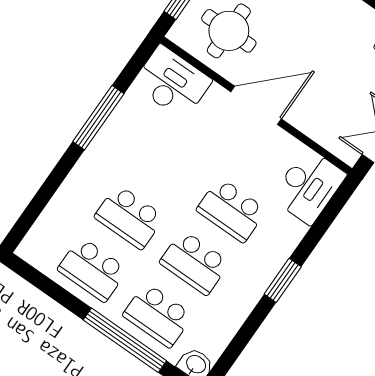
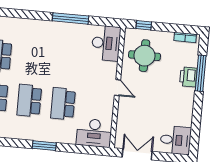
door: (256, 105) -> (117, 88), width x0.53
school desk: (129, 217) -> (33, 59), removed

